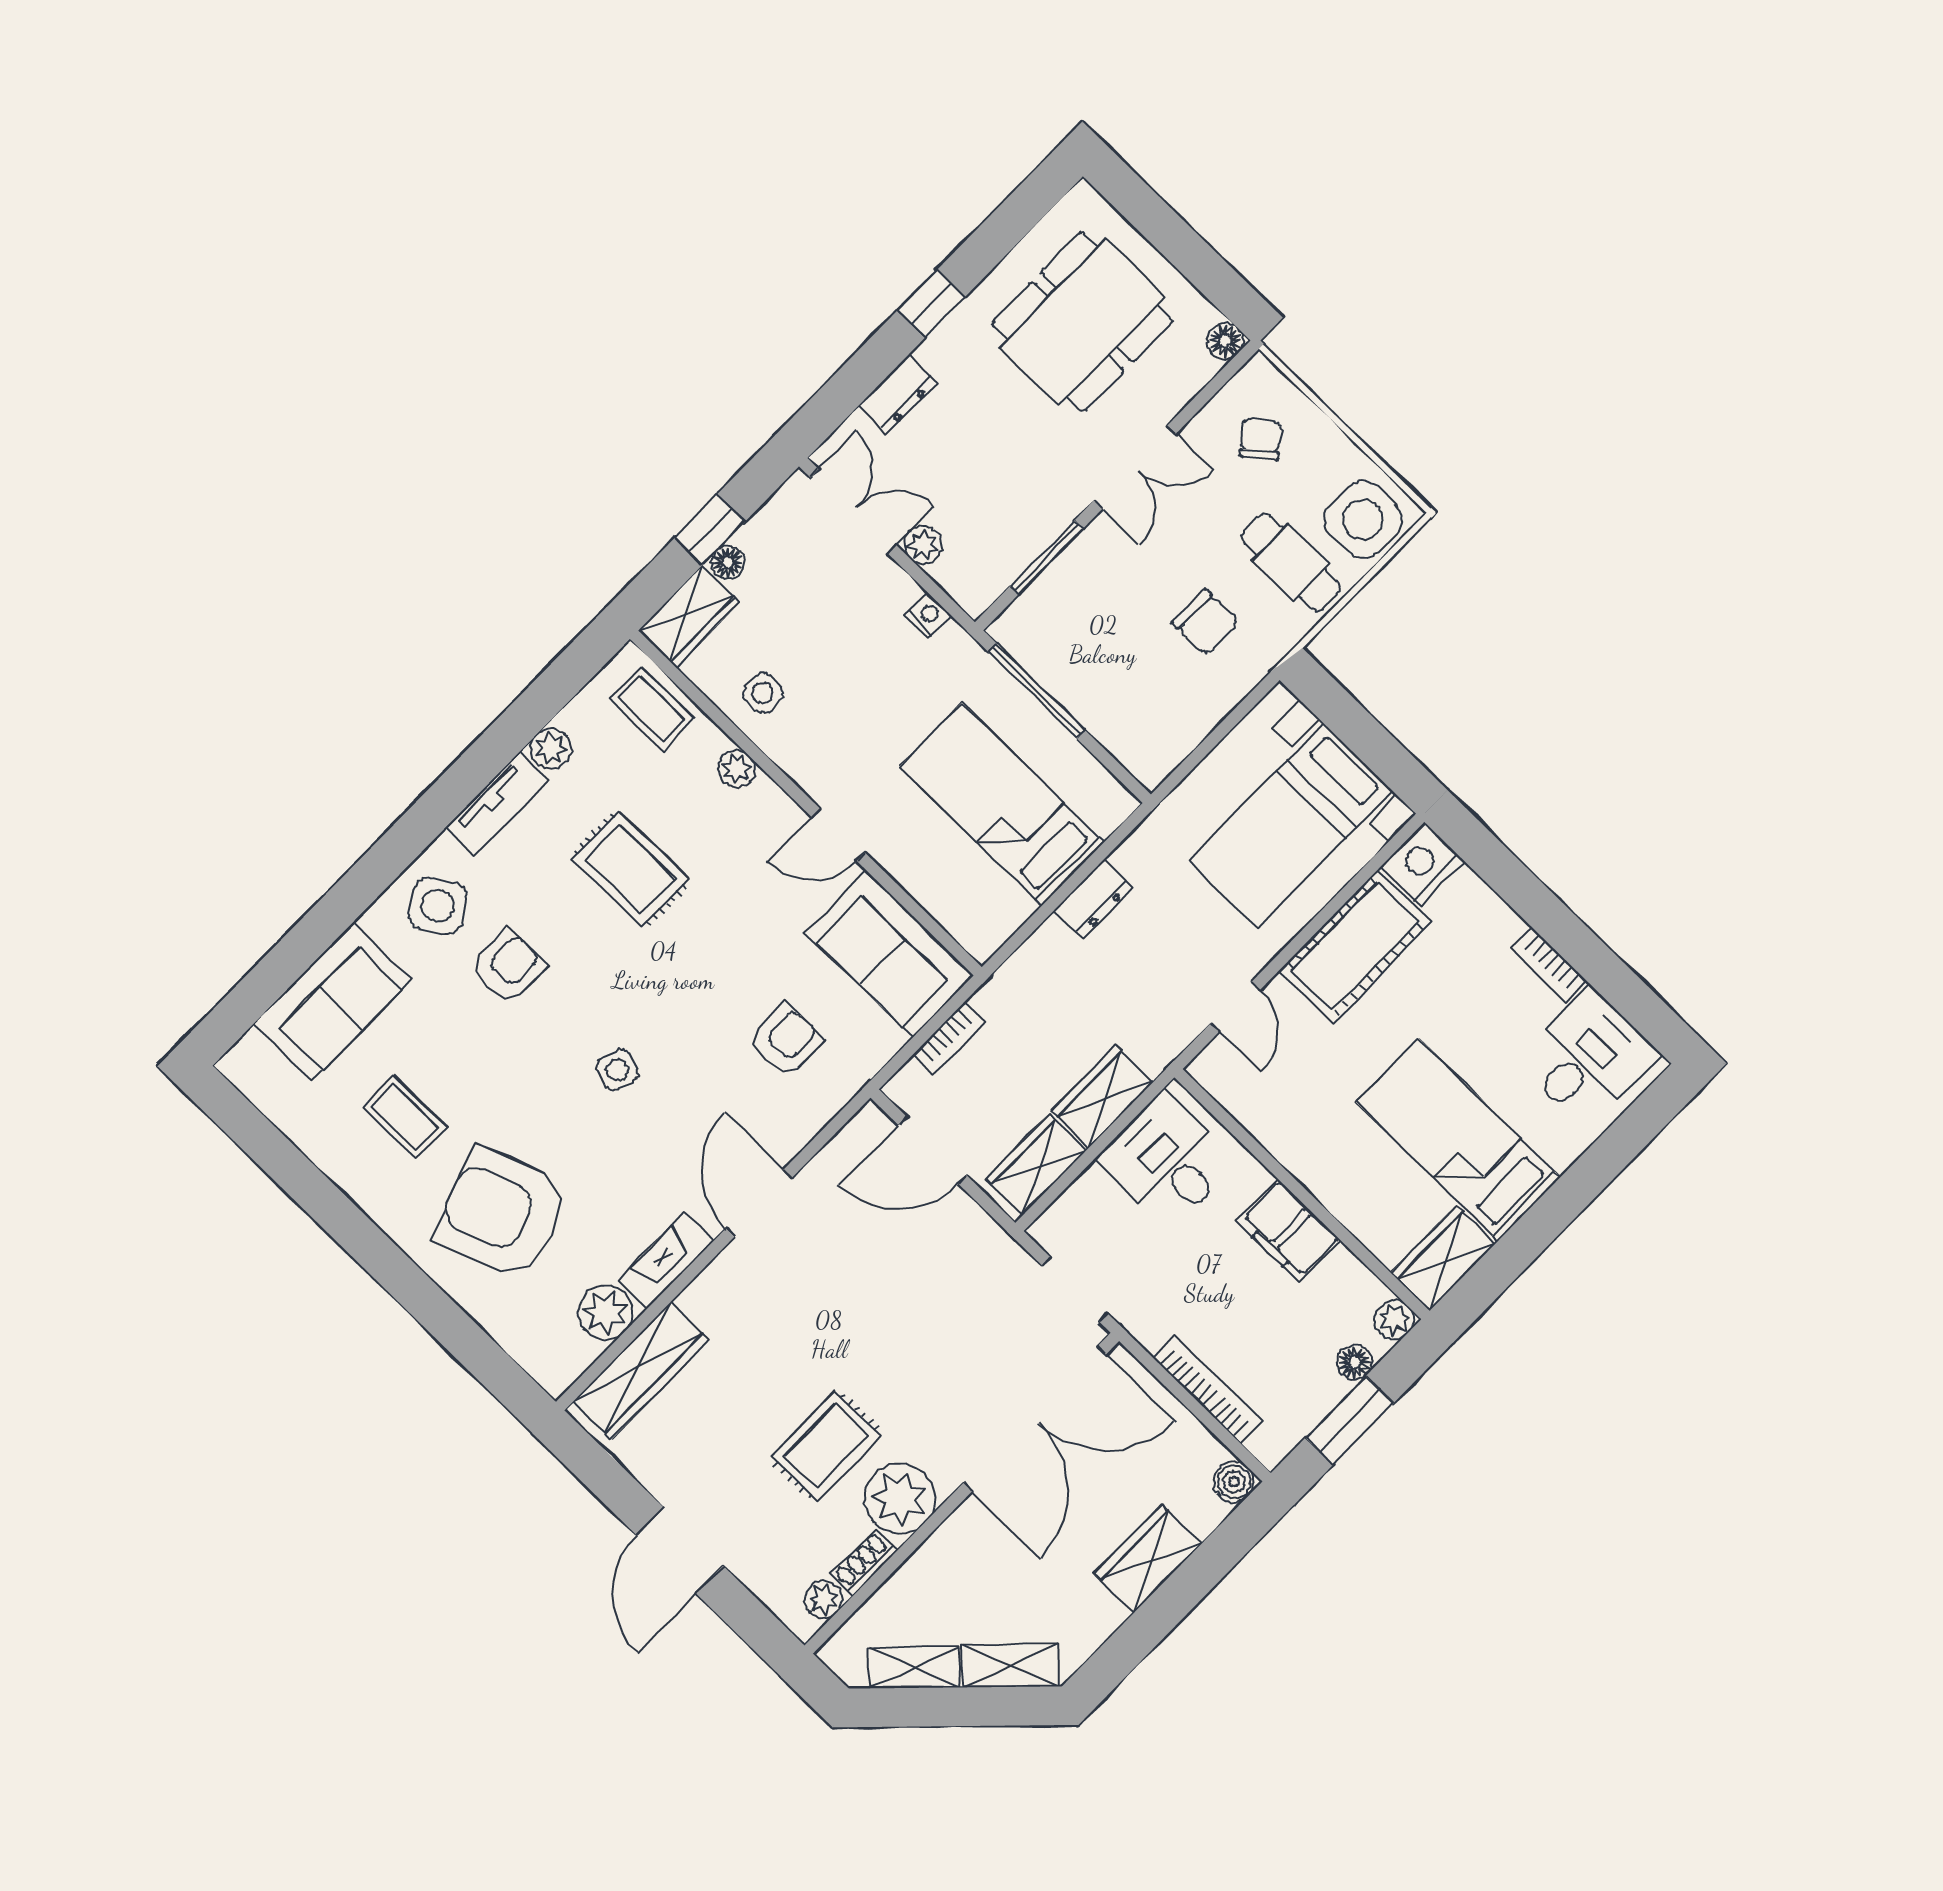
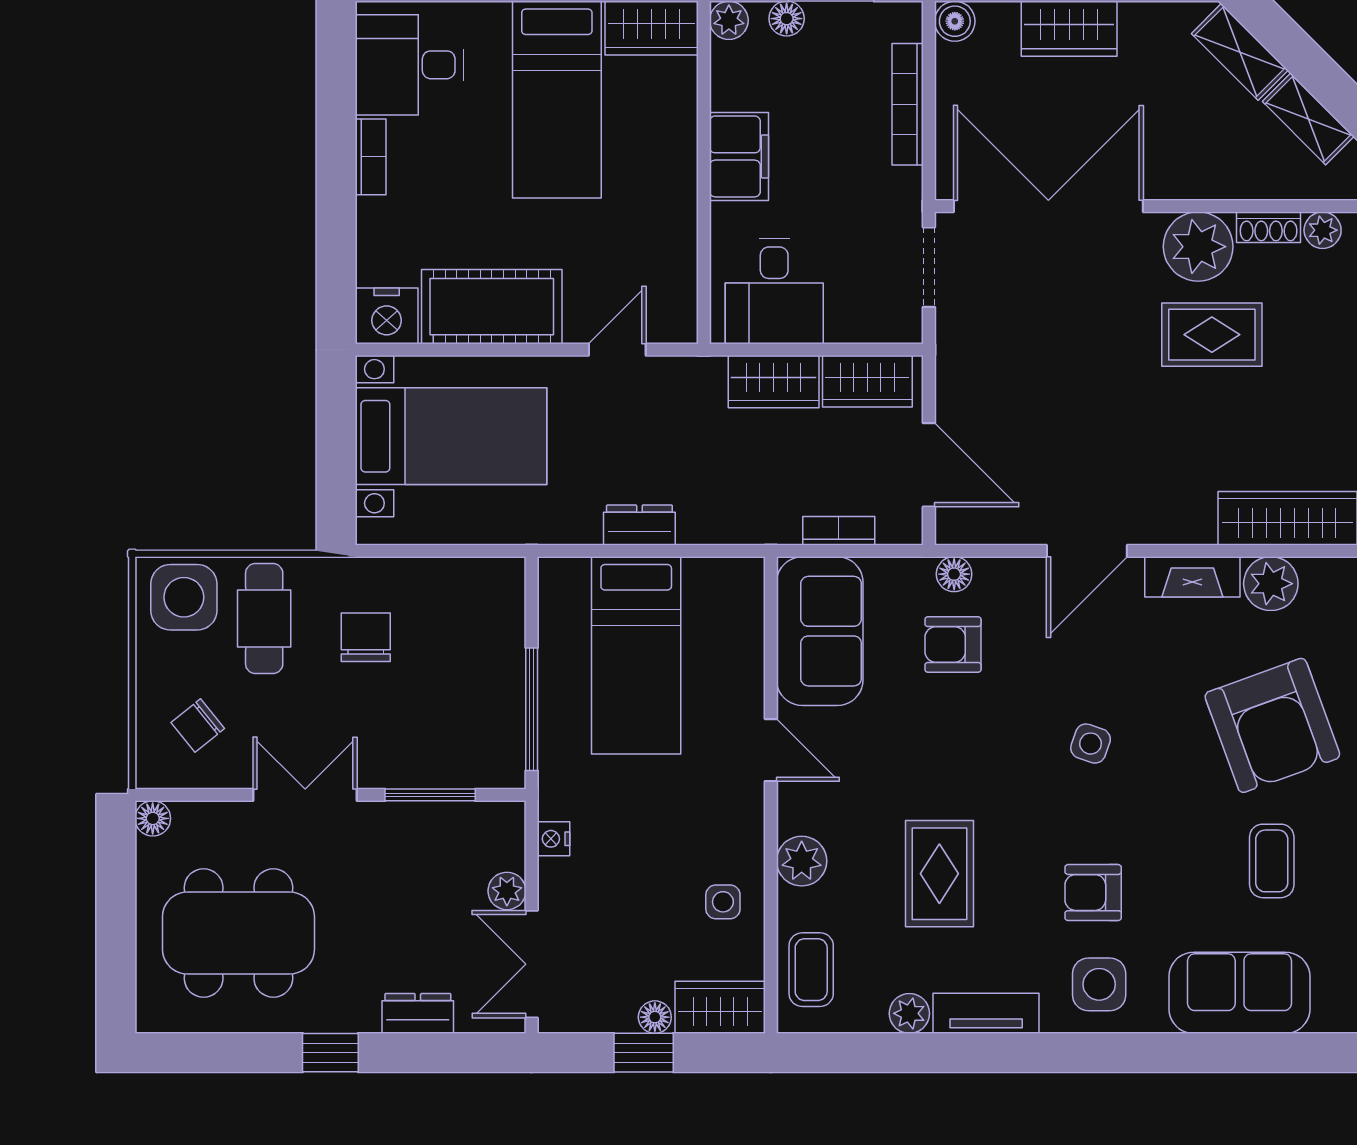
plant: (737, 769) -> (802, 861), width x1.38, depth x1.38
side table: (438, 906) -> (1099, 984), turned 31
floor lamp: (836, 1091) -> (954, 574), added

